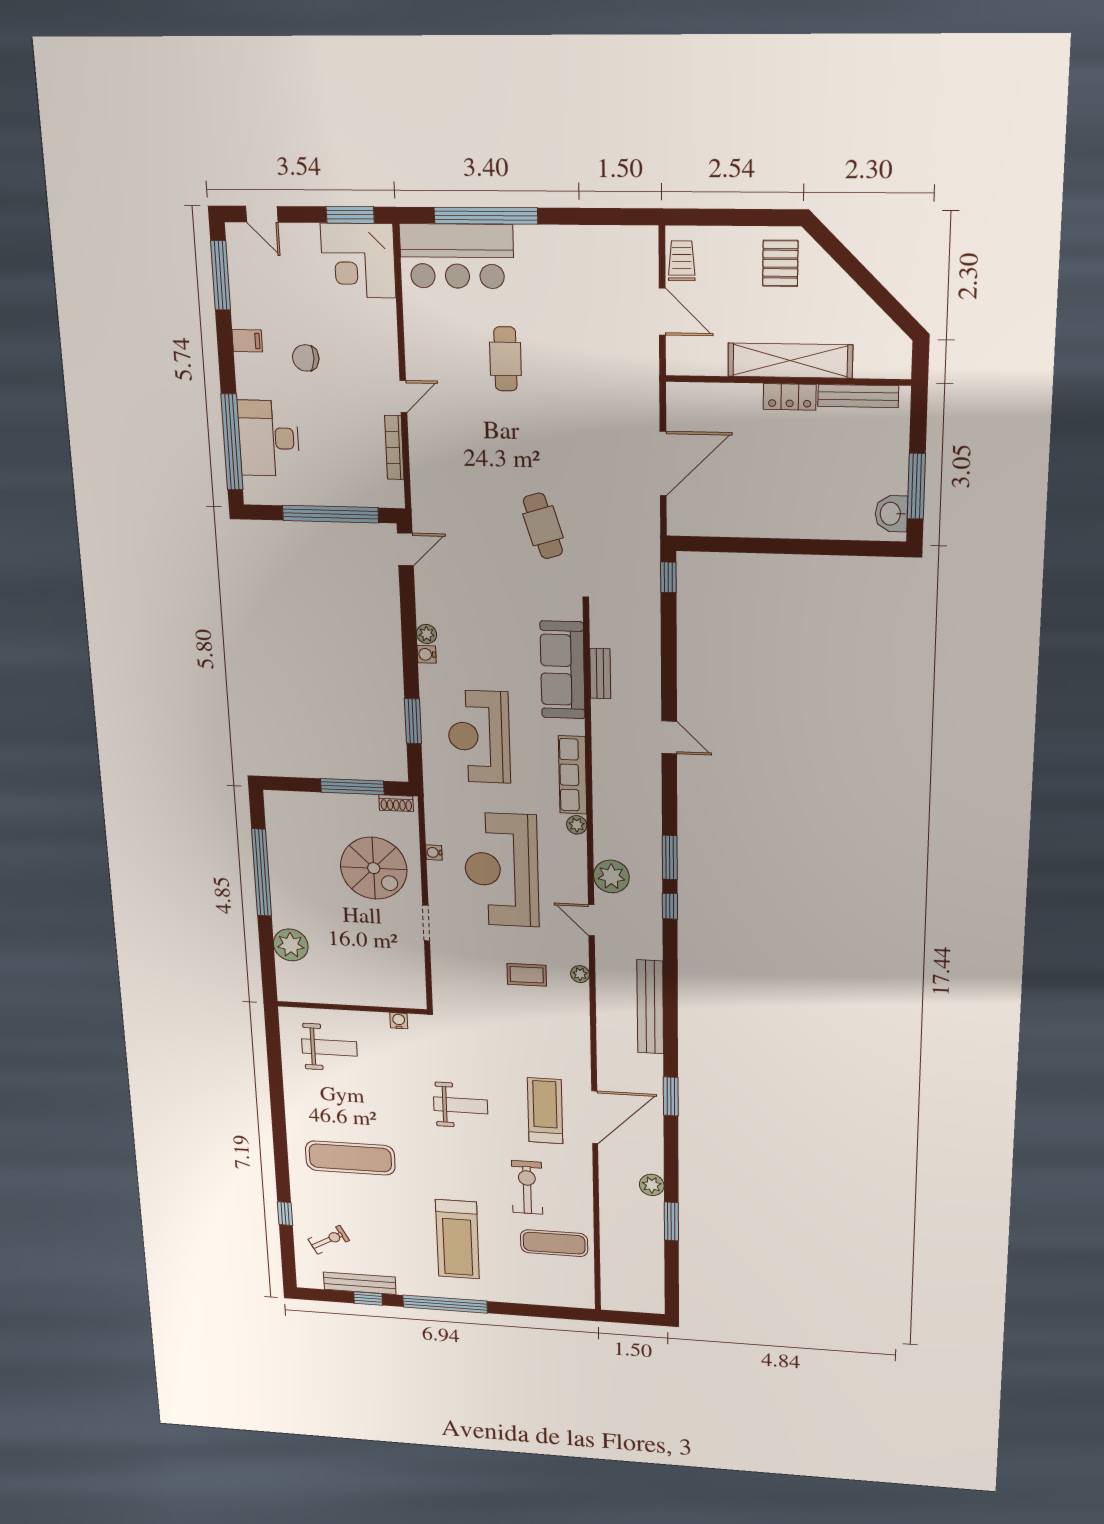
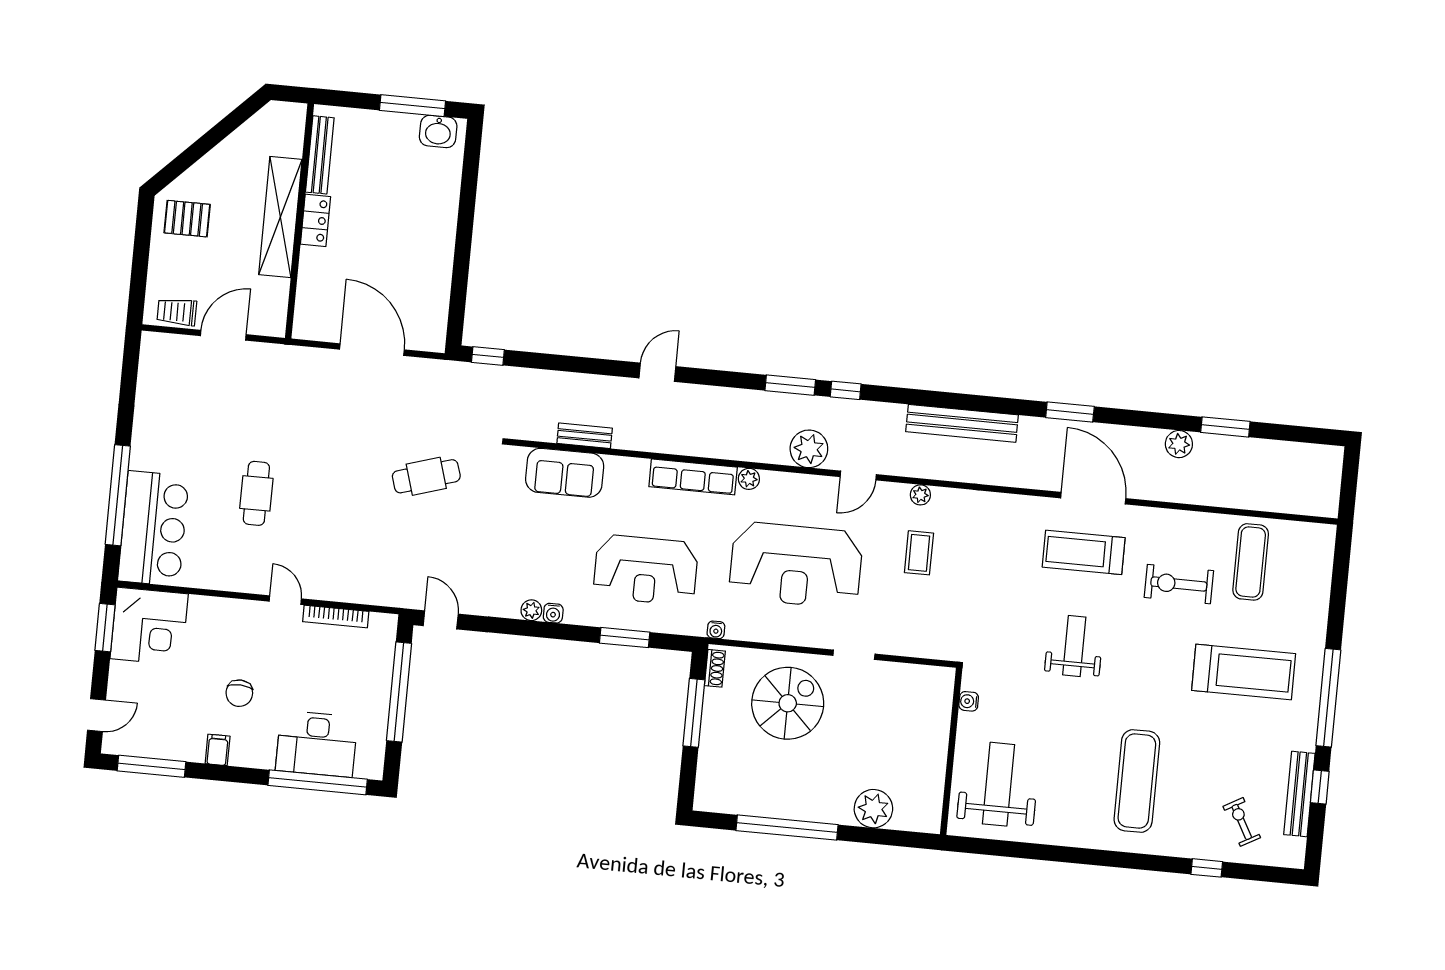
cafe table: (505, 359) -> (256, 493), turned 90
sofa: (563, 670) -> (565, 473), width x0.73
water cooler: (434, 852) -> (716, 630), moved
weight bench: (329, 1047) -> (999, 784), width x1.36, depth x1.33

